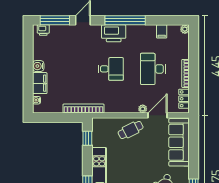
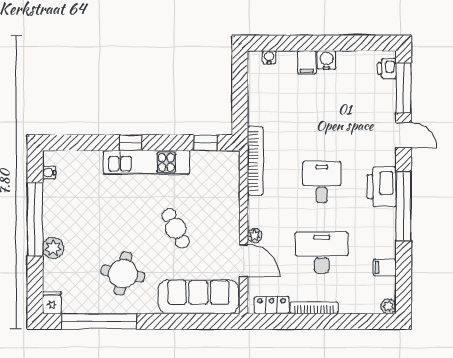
desk: (111, 69) -> (322, 182), turned 180
filing cabinet: (40, 83) -> (307, 63), width x0.50
bookcase: (84, 108) -> (255, 161), moved
cafe table: (131, 130) -> (176, 228), moved

